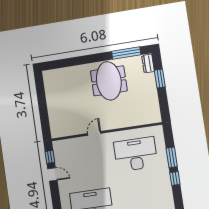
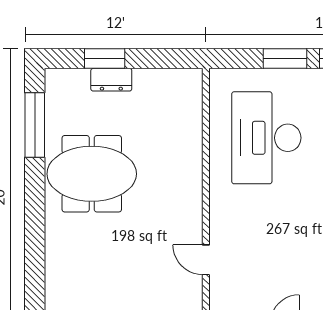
dresser: (148, 64) -> (111, 80), moved
door: (94, 133) -> (206, 260), moved

